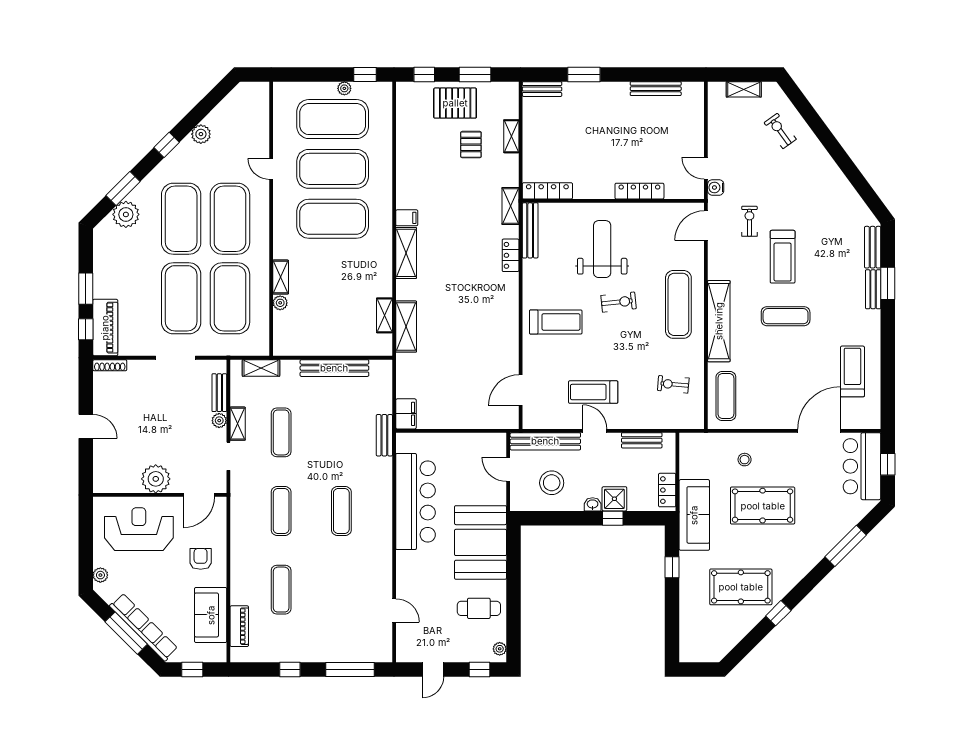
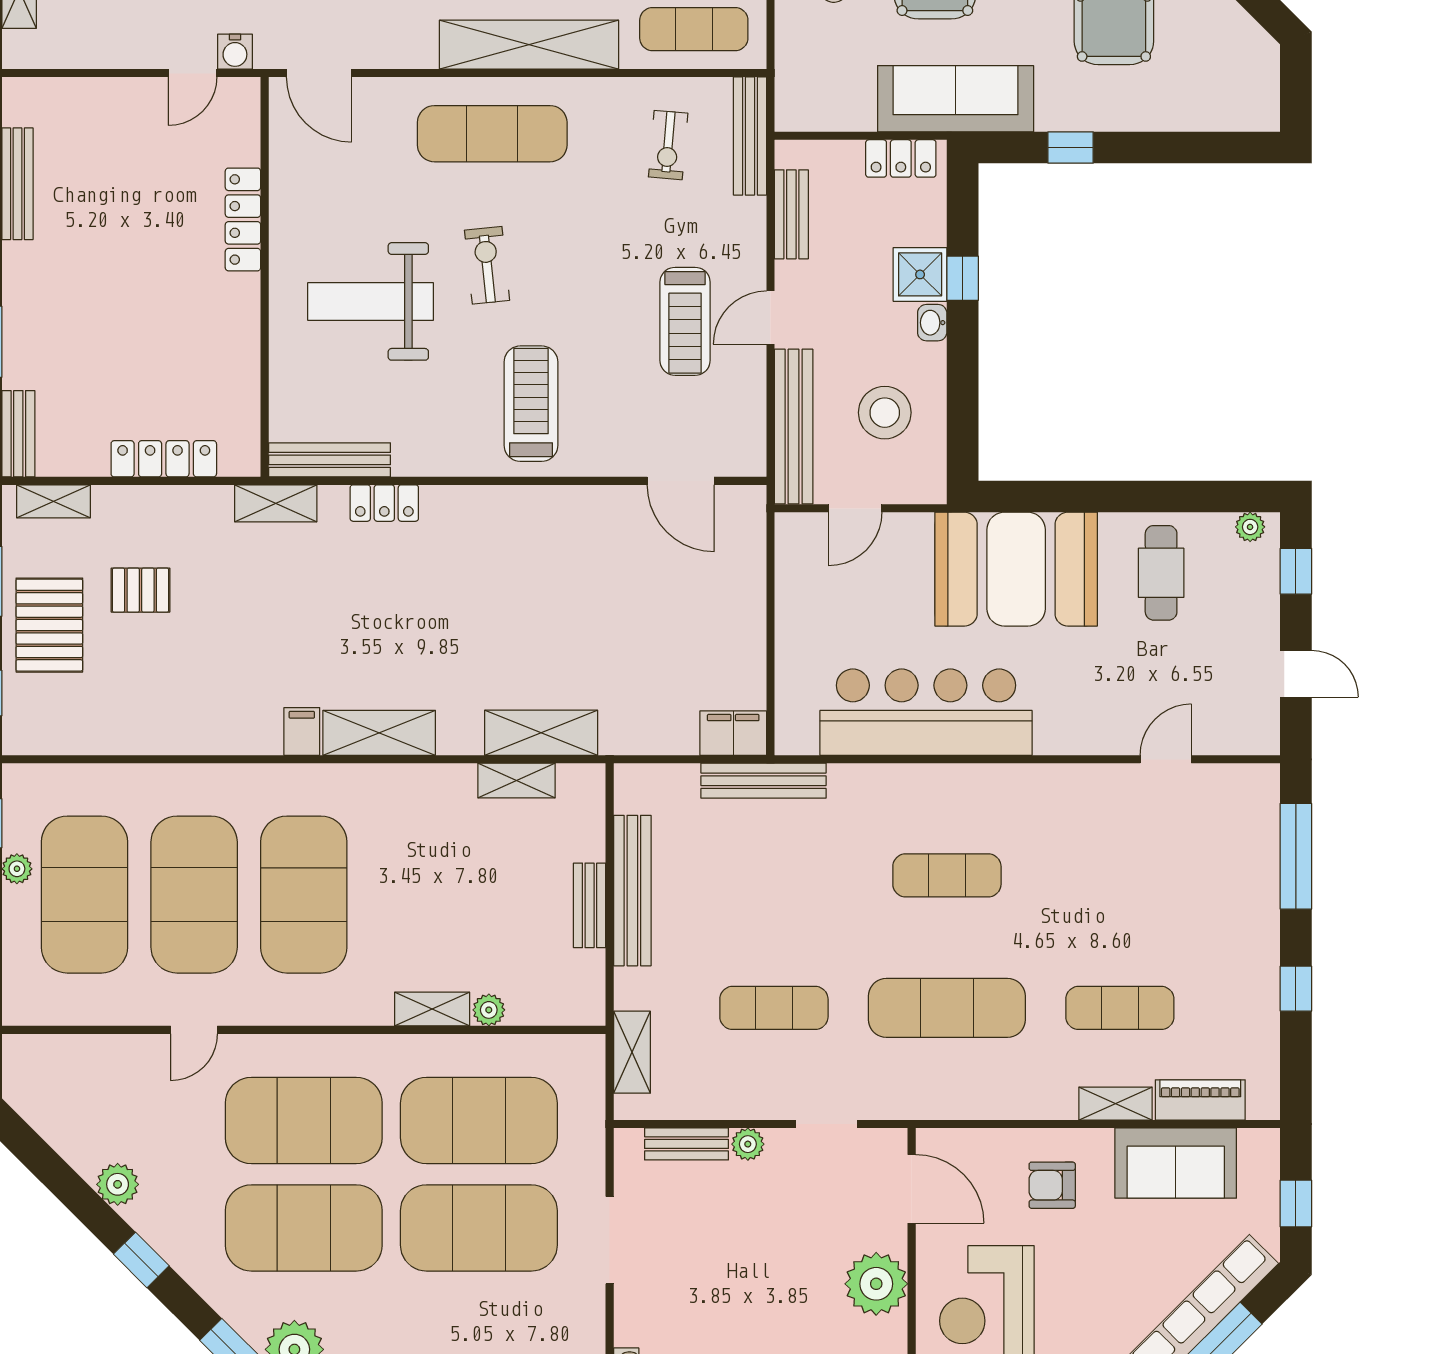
shelving: (511, 136) -> (54, 501), moved
locker: (547, 191) -> (164, 459), moved, turned 90
bench: (328, 349) -> (590, 905), added
bench: (677, 422) -> (750, 136), added
shelving: (238, 424) -> (1115, 1104), moved
bench: (384, 435) -> (764, 781), width x1.36
exercise mat: (281, 511) -> (947, 1008), width x1.36, depth x1.45

